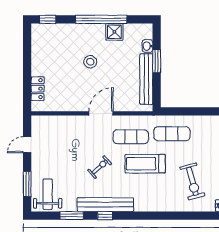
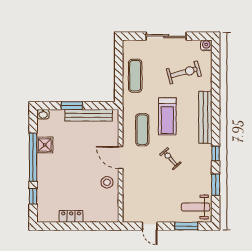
window: (48, 19) -> (33, 196), moved
washbasin: (147, 46) -> (43, 114), moved
stool: (90, 62) -> (107, 182), moved
locker: (38, 89) -> (71, 216), moved
exercise mat: (172, 134) -> (135, 76), moved
bench: (105, 205) -> (205, 117), moved

